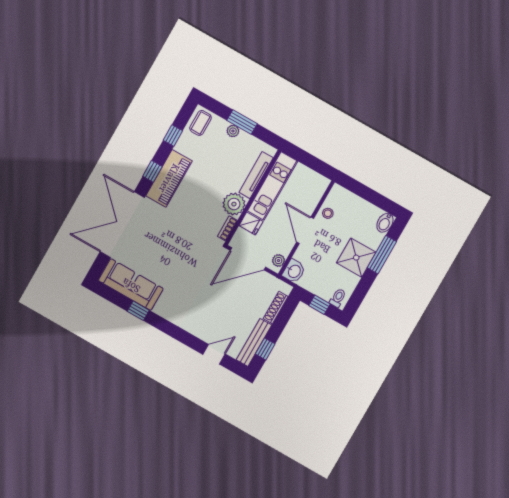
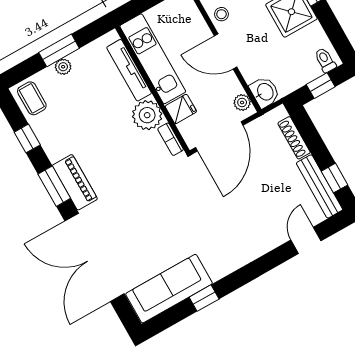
window: (152, 171) -> (54, 186), width x1.50
piano: (169, 178) -> (75, 182), width x0.73, depth x0.75

